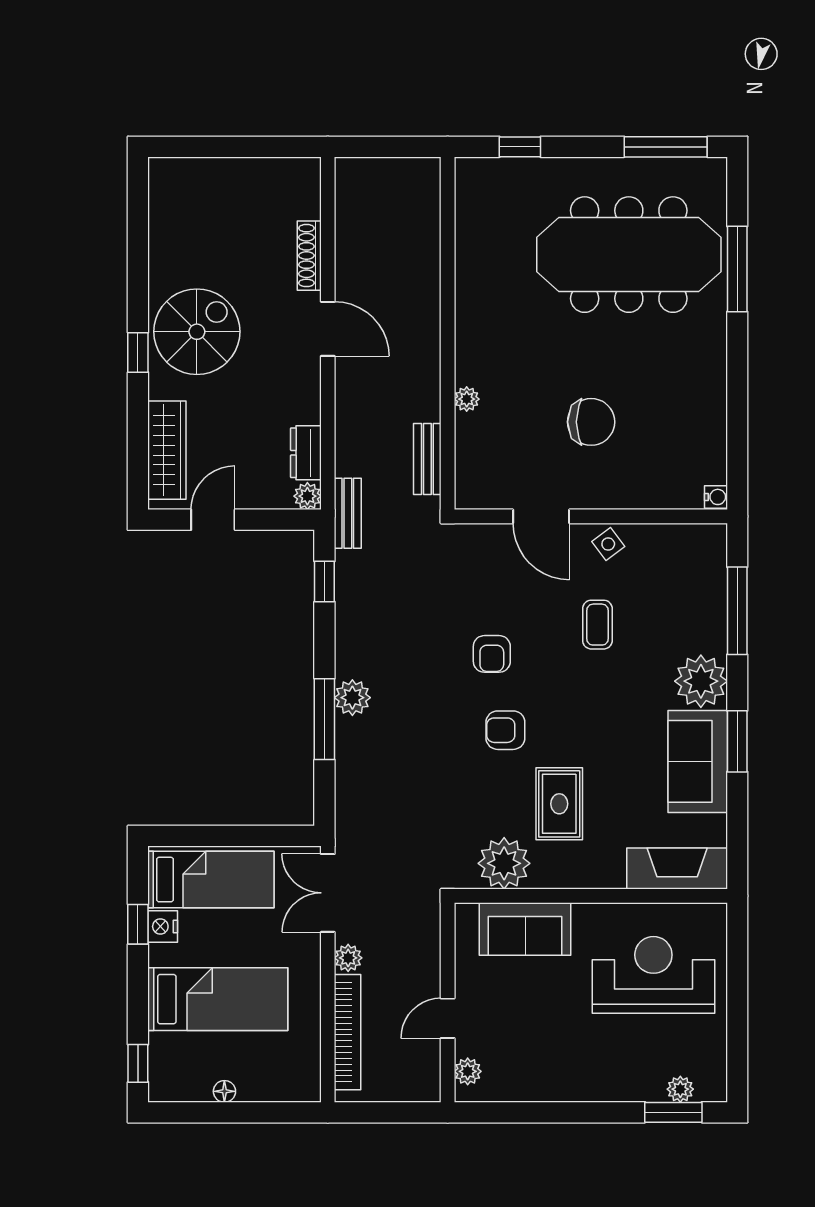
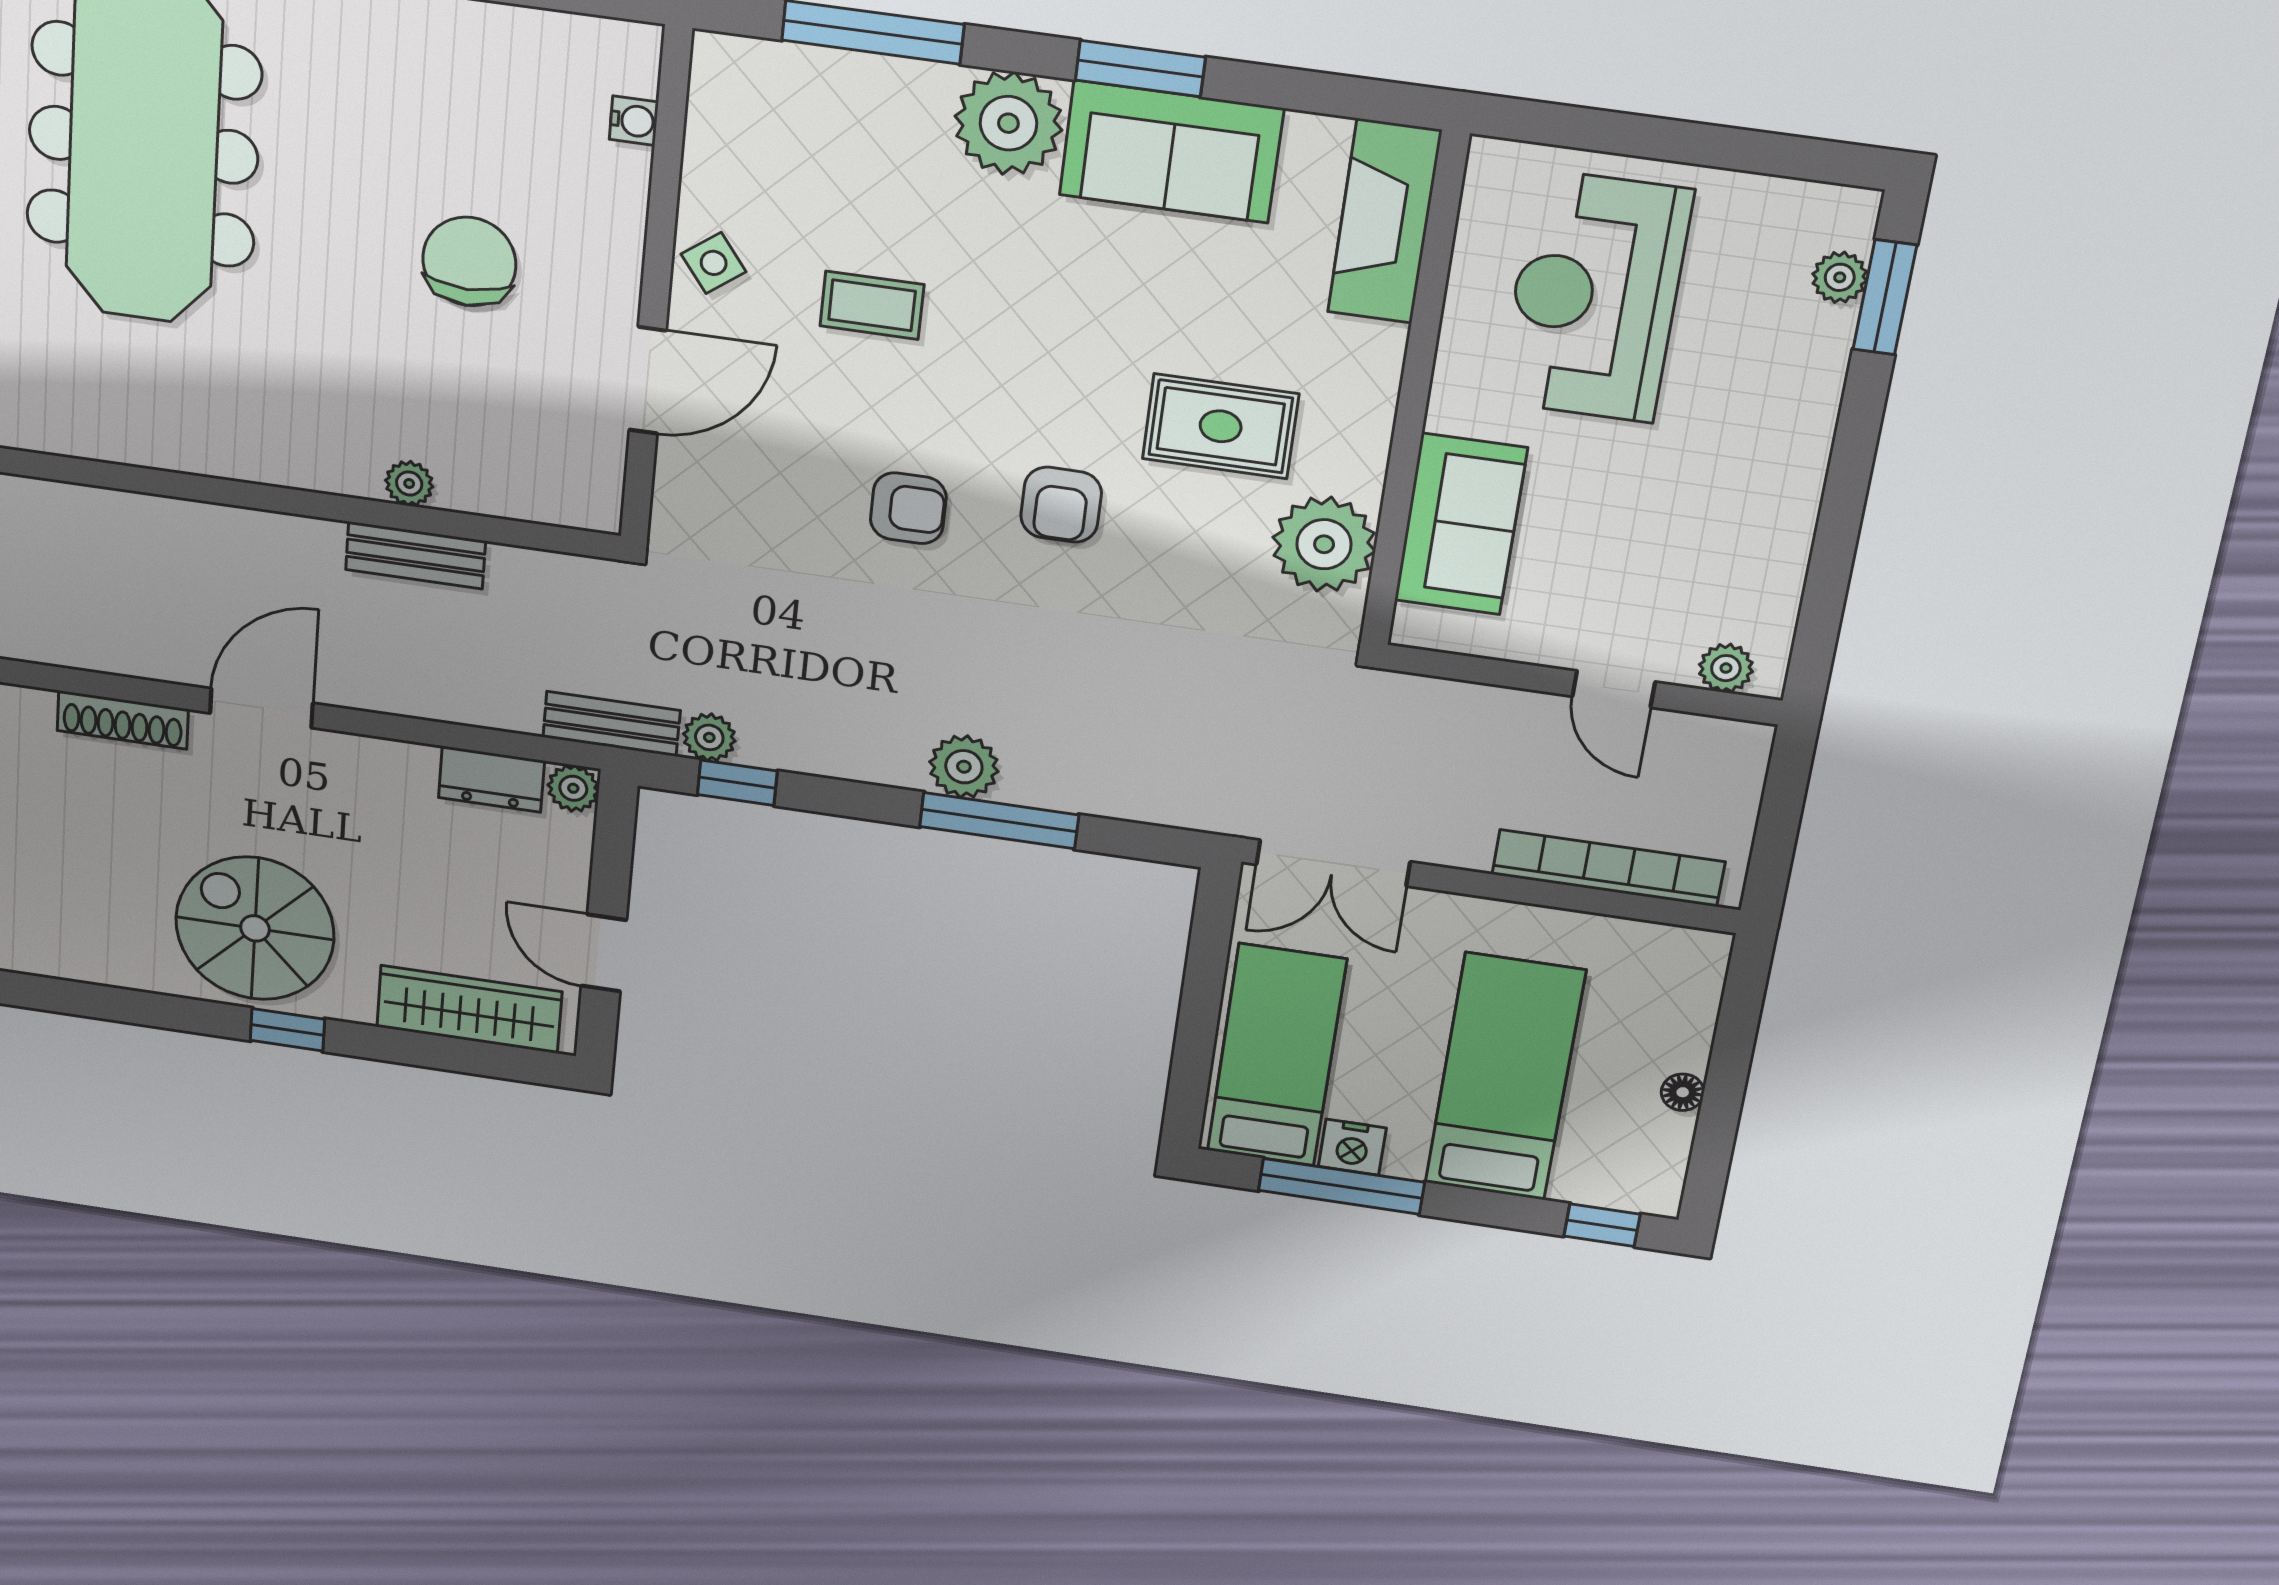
bench: (427, 459) -> (416, 555), moved
water cooler: (716, 497) -> (634, 121), moved, turned 90
window: (138, 924) -> (1341, 1186), width x2.17
plant: (348, 958) -> (709, 737), moved

